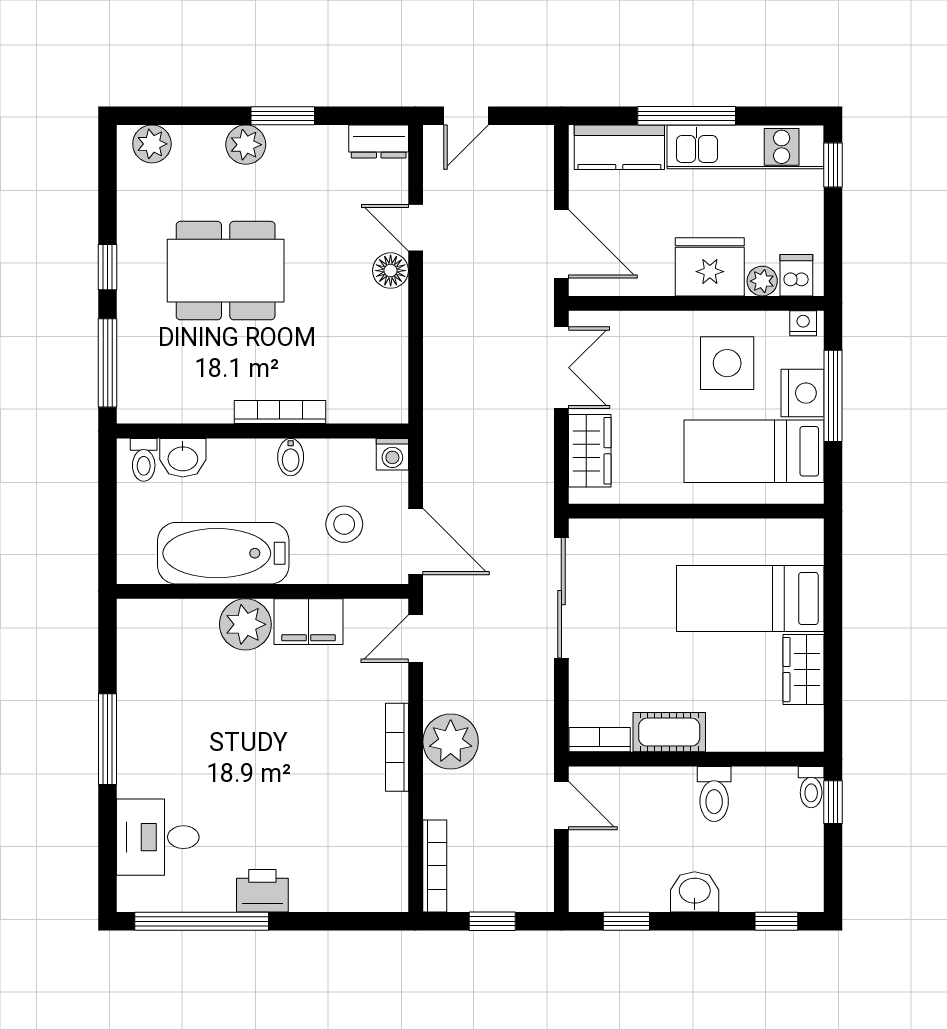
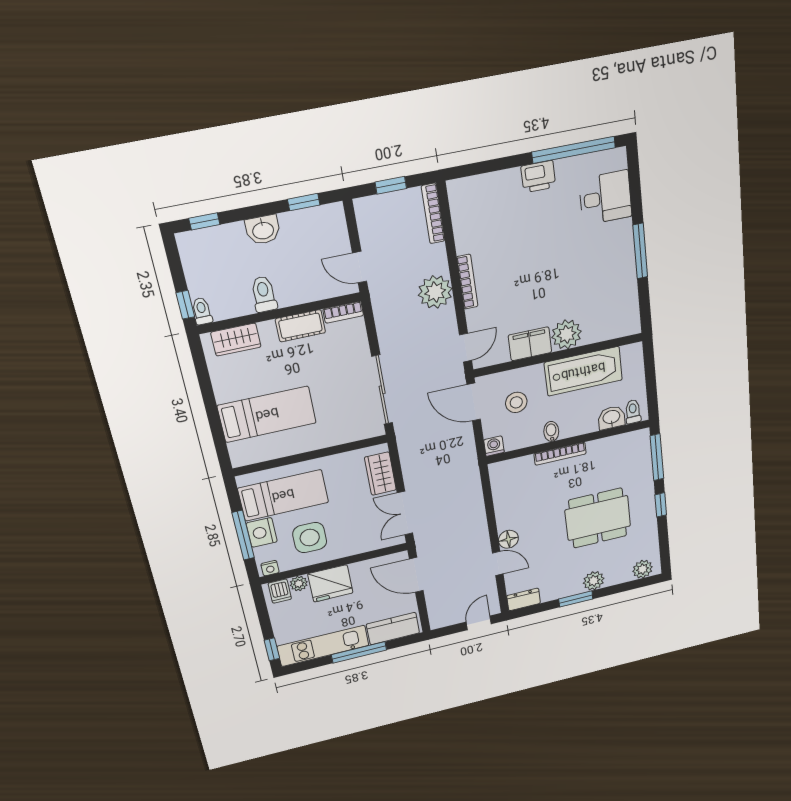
wardrobe: (804, 670) -> (236, 340), moved, turned 90

